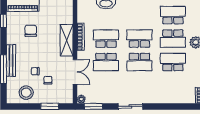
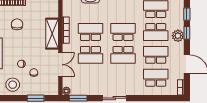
school desk: (173, 86) -> (156, 78), added

